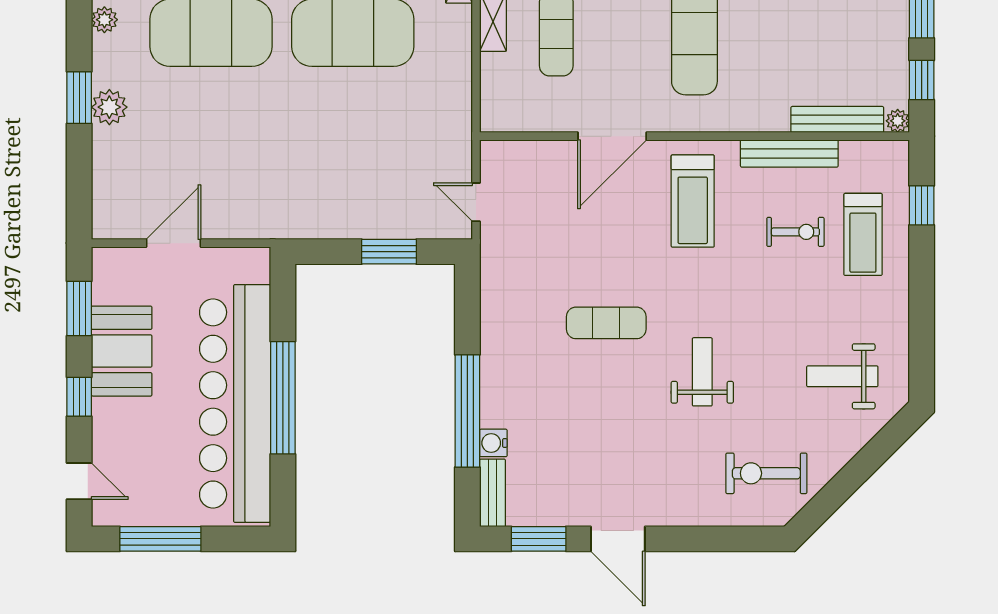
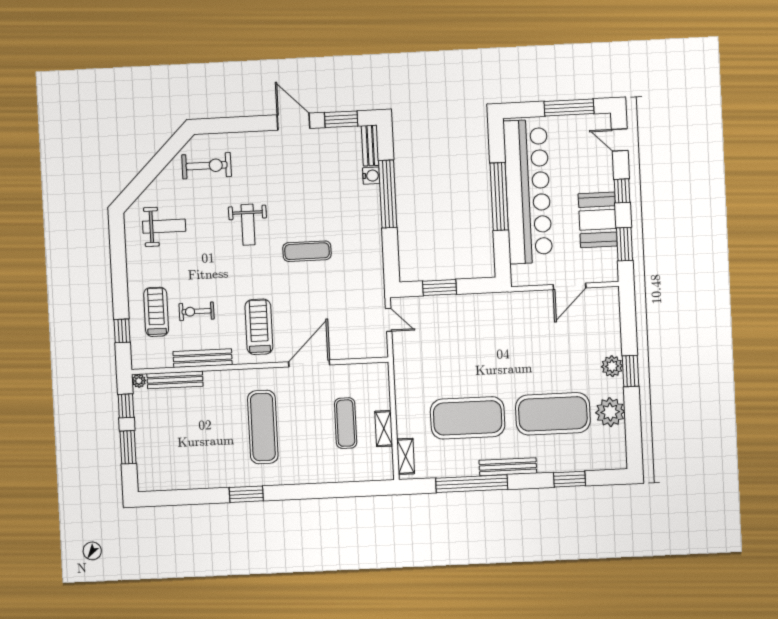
plant: (104, 20) -> (610, 412), width x1.88, depth x1.88

